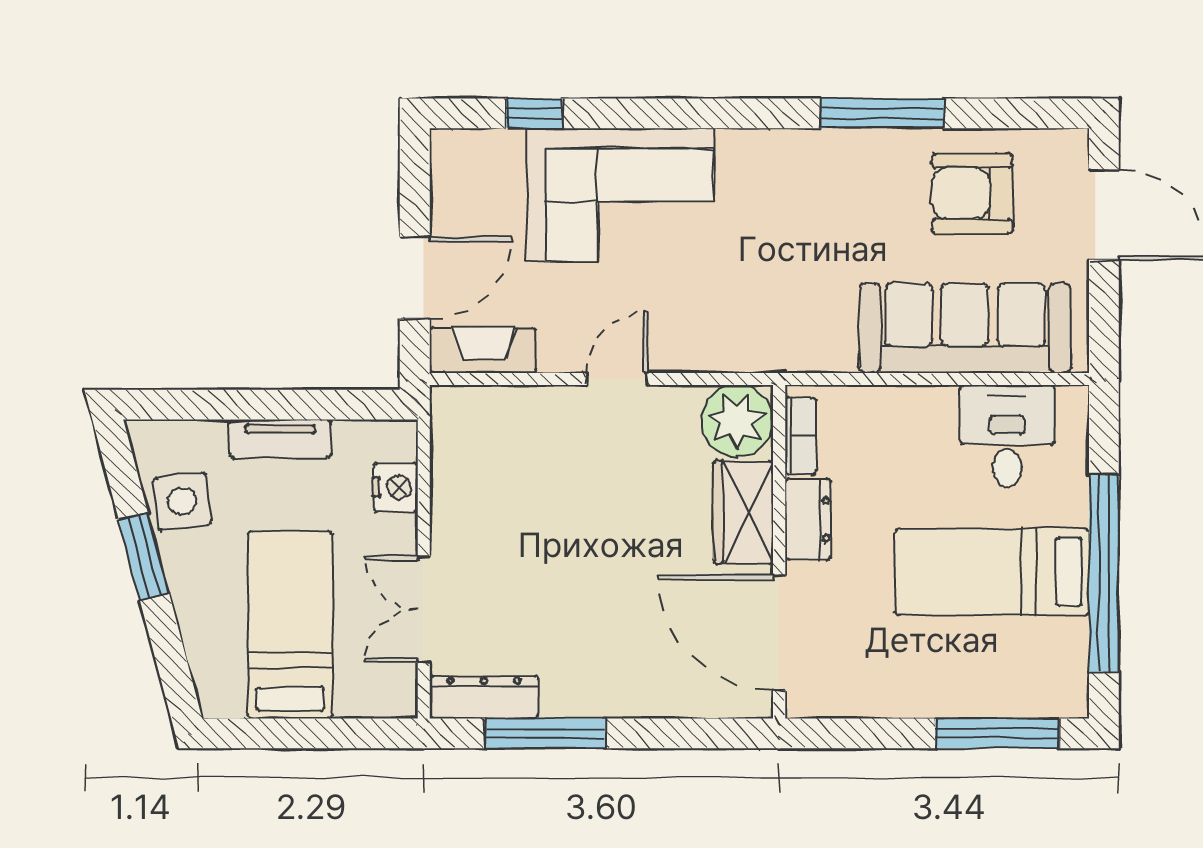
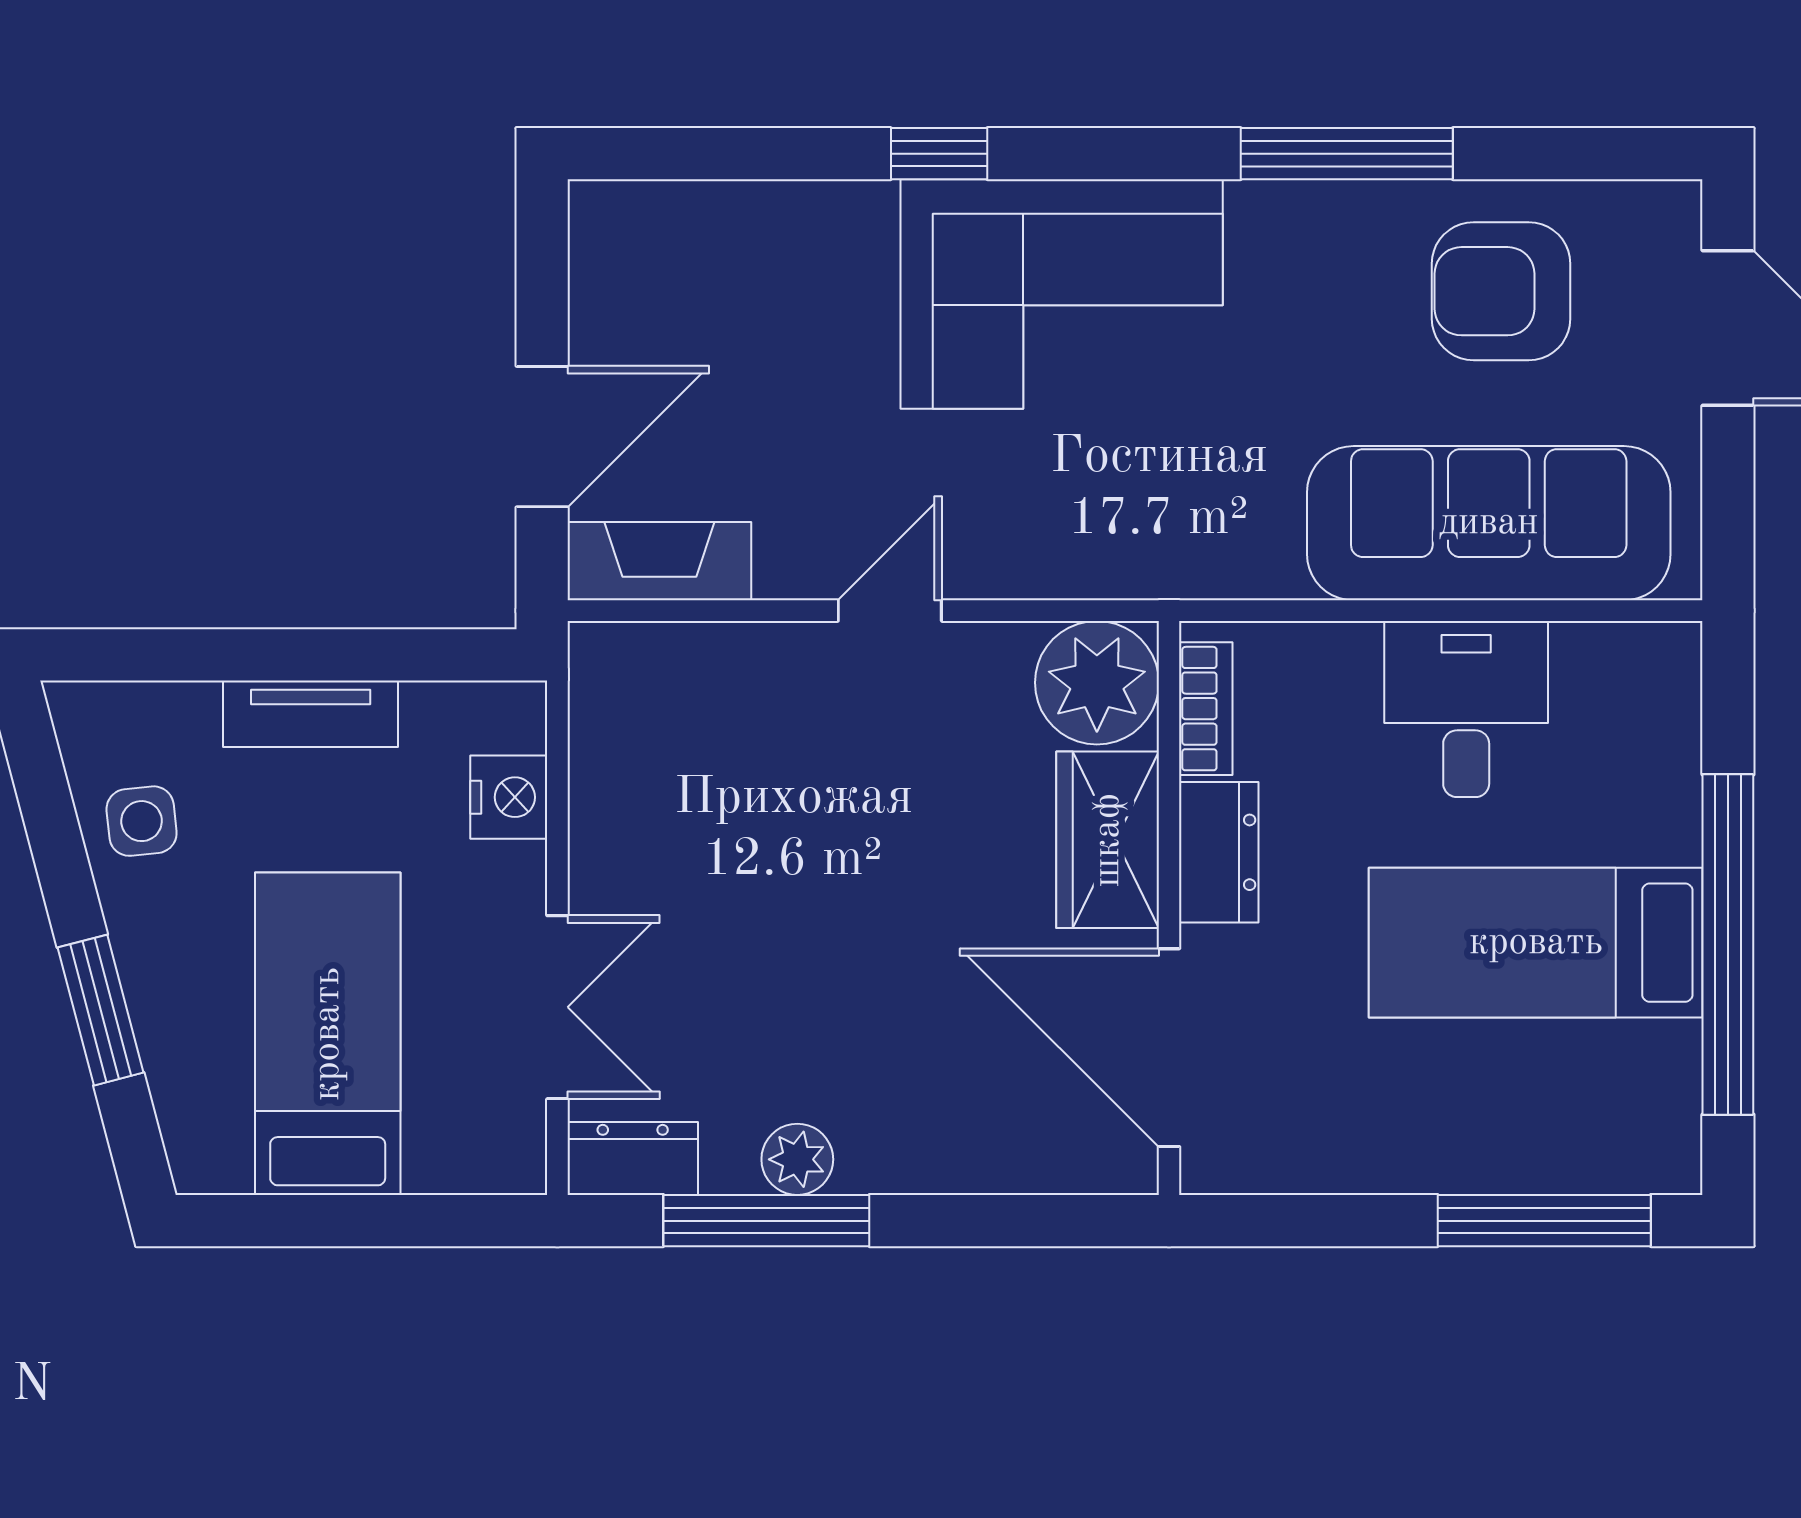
window: (534, 113) -> (939, 154), moved
corner sofa: (620, 195) -> (1062, 294), moved
desk: (1007, 436) -> (1466, 709), moved
side table: (182, 501) -> (142, 821), width x0.73, depth x0.73
window: (144, 557) -> (101, 1010), moved
double door: (424, 609) -> (557, 1007), swing flipped
dresser: (484, 697) -> (633, 1158), width x0.70
plant: (563, 698) -> (797, 1159), added

